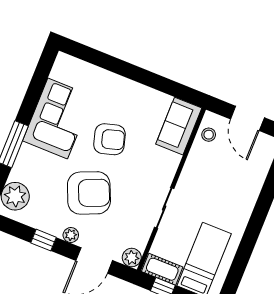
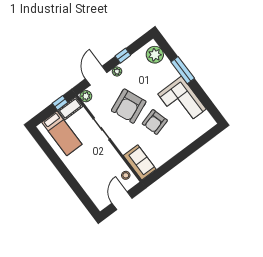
door: (247, 118) -> (122, 201), hinge flipped
armchair: (89, 193) -> (129, 106), moved

